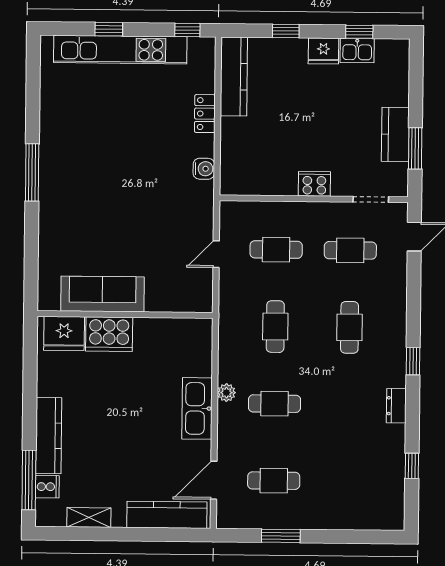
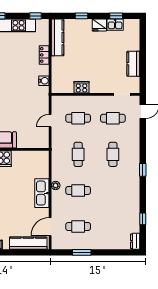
window: (415, 148) -> (143, 70), removed
cooker: (314, 184) -> (81, 87), moved
dresser: (396, 406) -> (135, 241), moved

